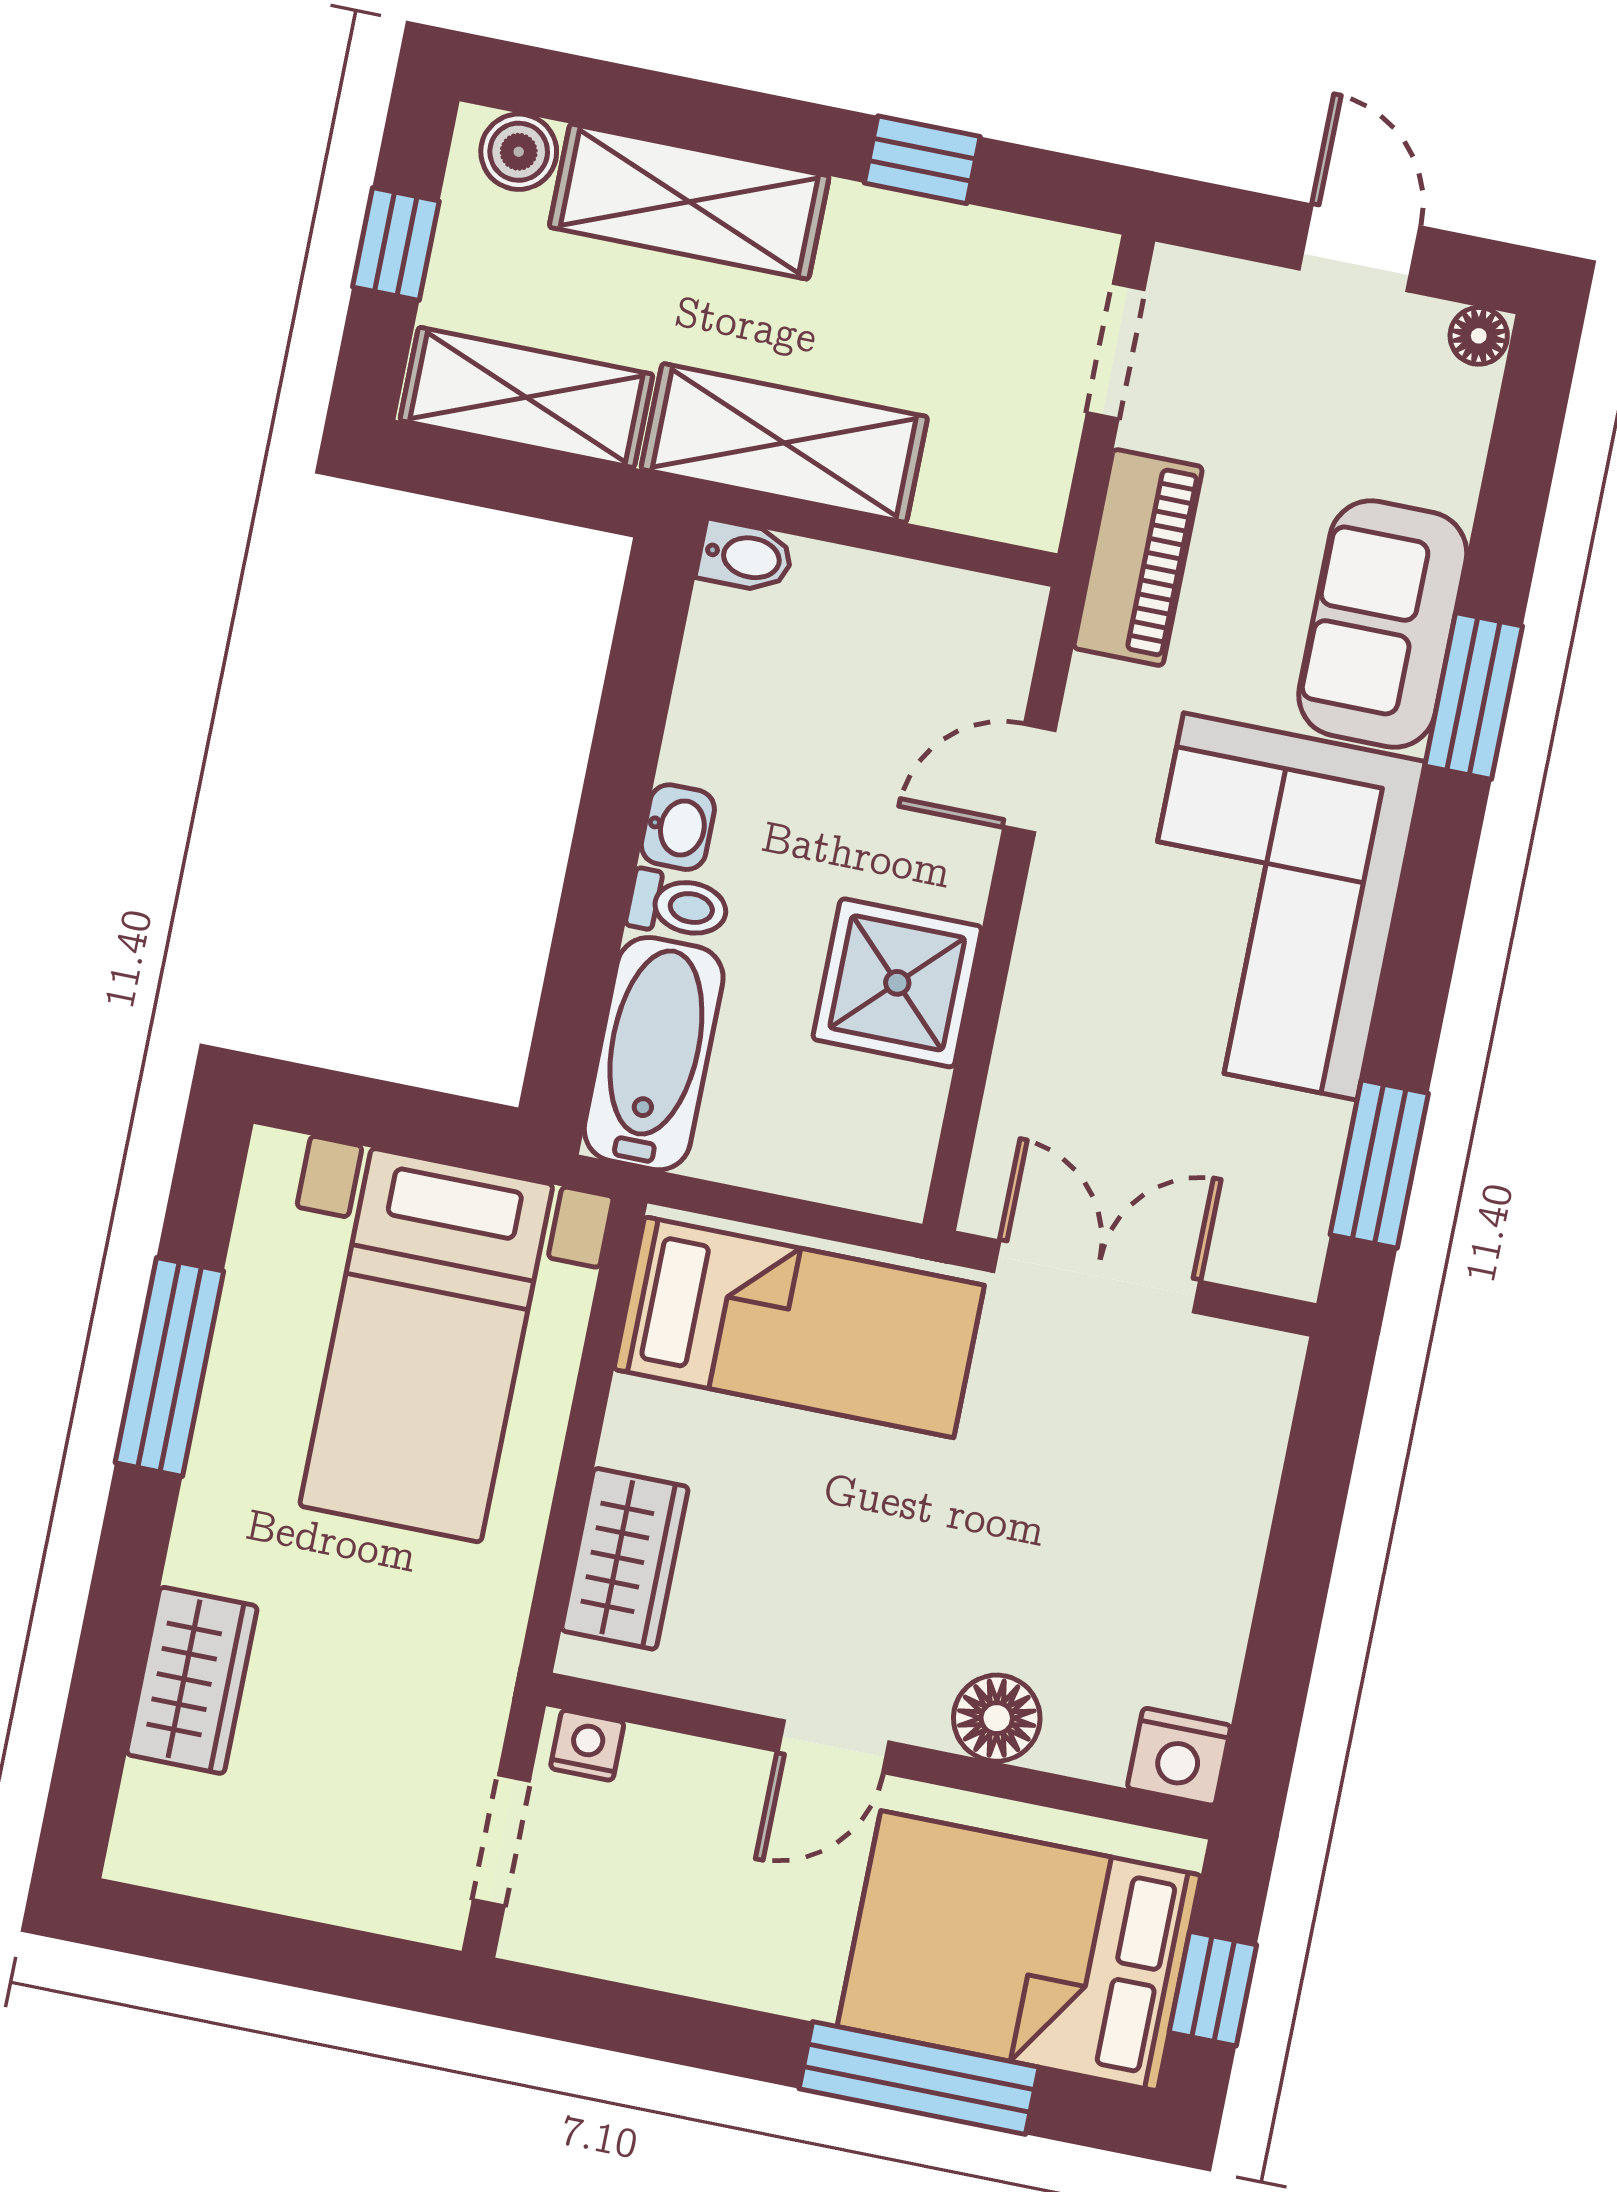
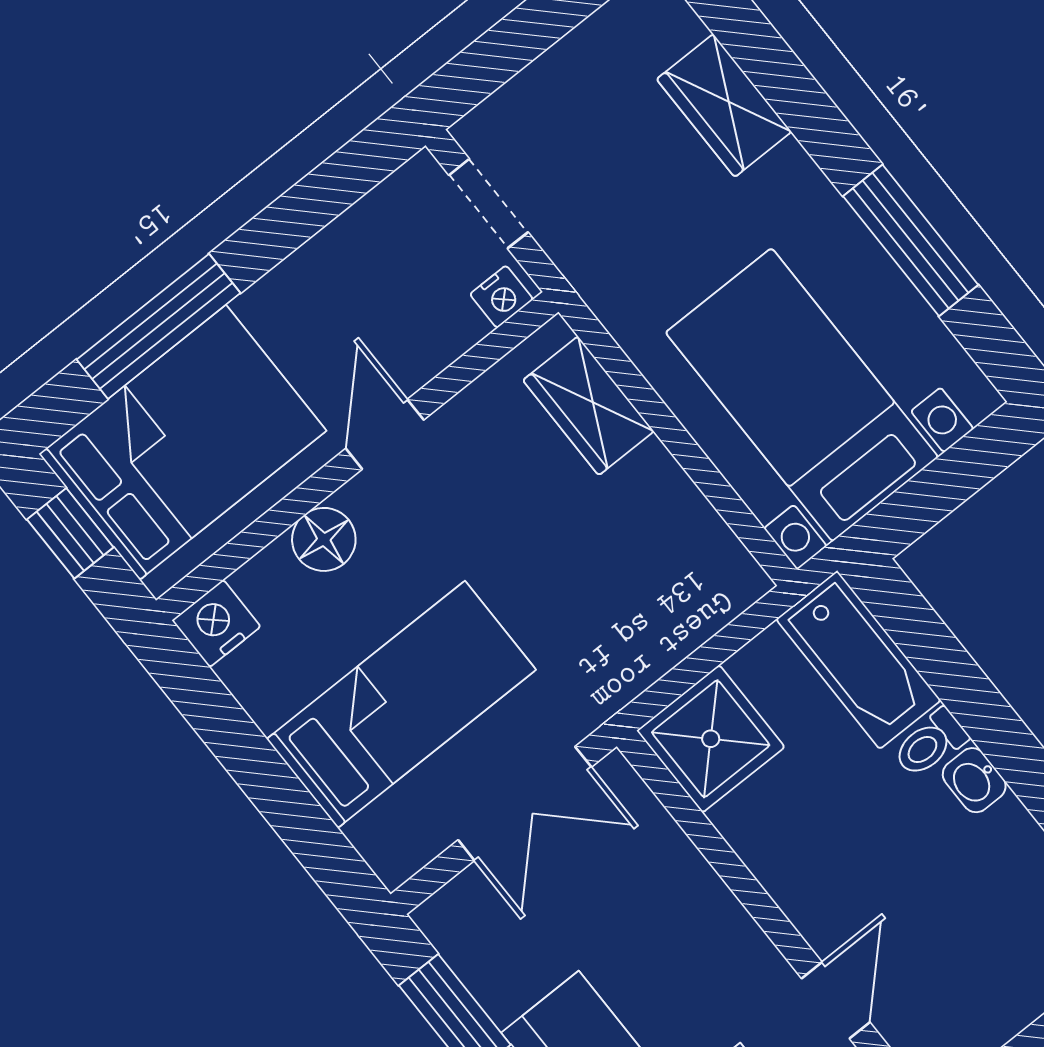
shower: (897, 983) -> (711, 739), moved
bed: (799, 1327) -> (401, 704), moved, turned 180

